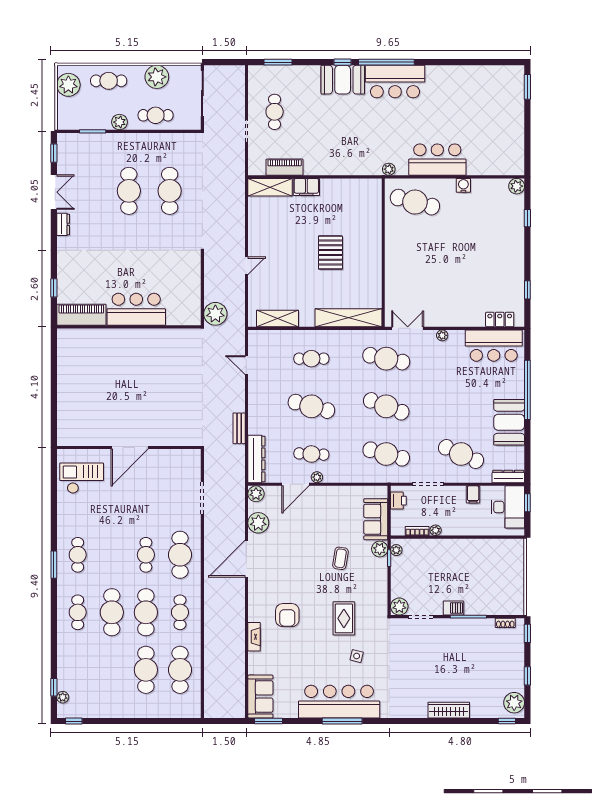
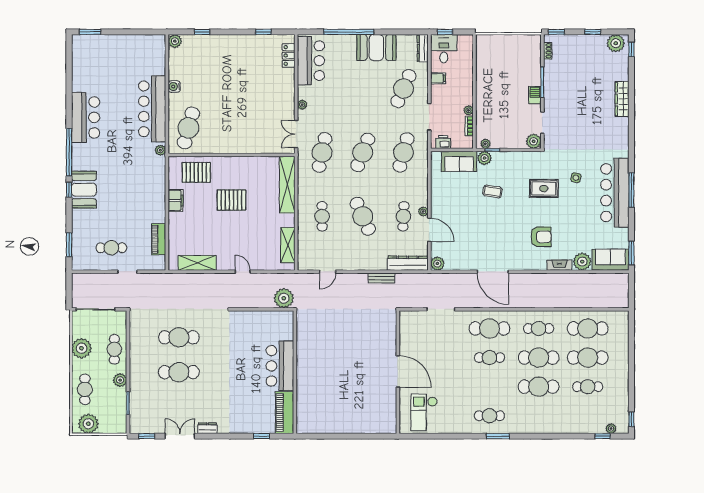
bar counter: (395, 82) -> (86, 117), moved
bar counter: (437, 160) -> (152, 109), width x1.36
shelving: (270, 187) -> (197, 263), moved, turned 90
filing cabinet: (306, 187) -> (176, 200), moved
pallet: (363, 211) -> (196, 172), added
cafe table: (311, 406) -> (363, 216), turned -39
desk: (508, 507) -> (444, 49), width x0.73
plant: (258, 523) -> (582, 262), moved
cafe table: (78, 612) -> (588, 387), moved

